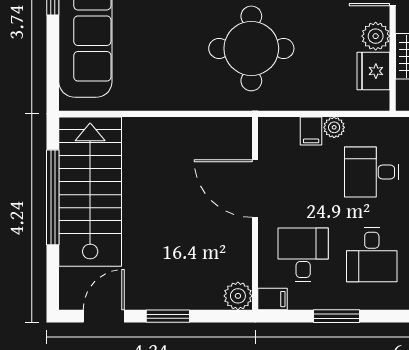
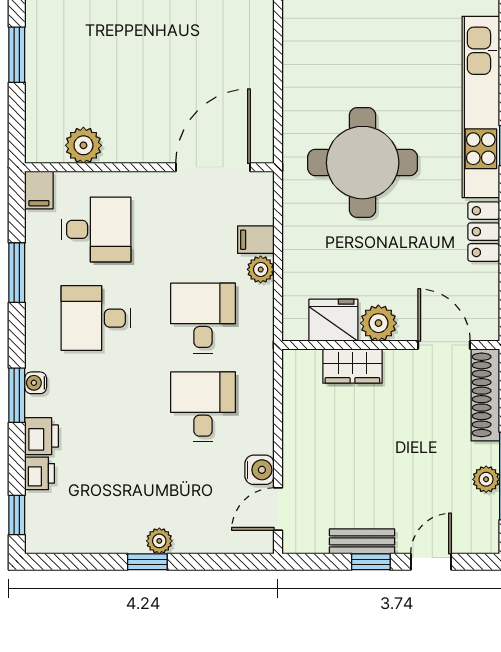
door: (255, 189) -> (213, 167), moved
plant: (238, 296) -> (83, 145), moved

